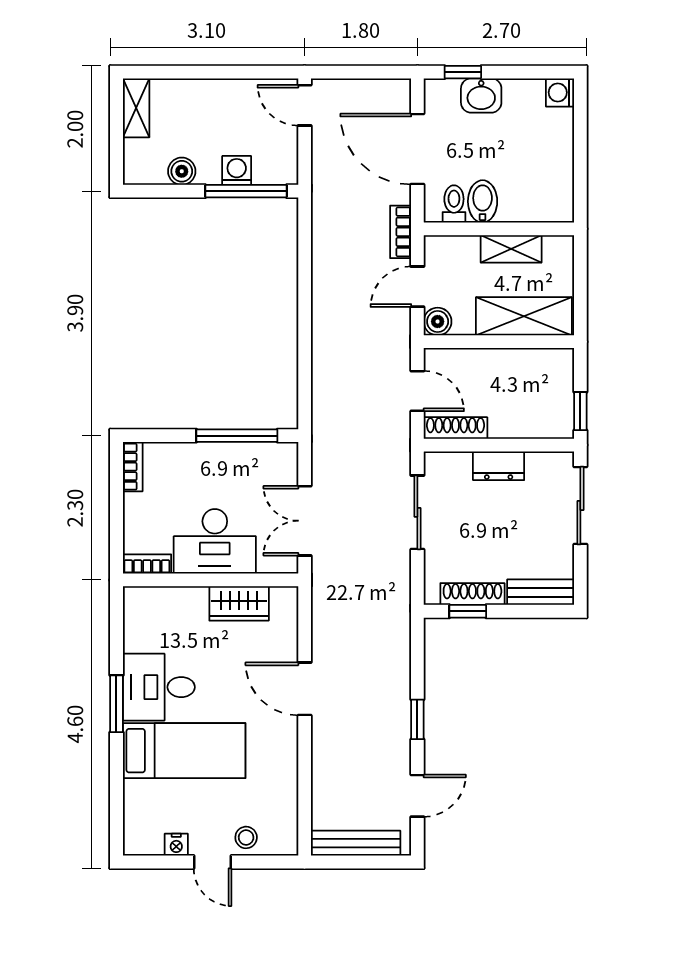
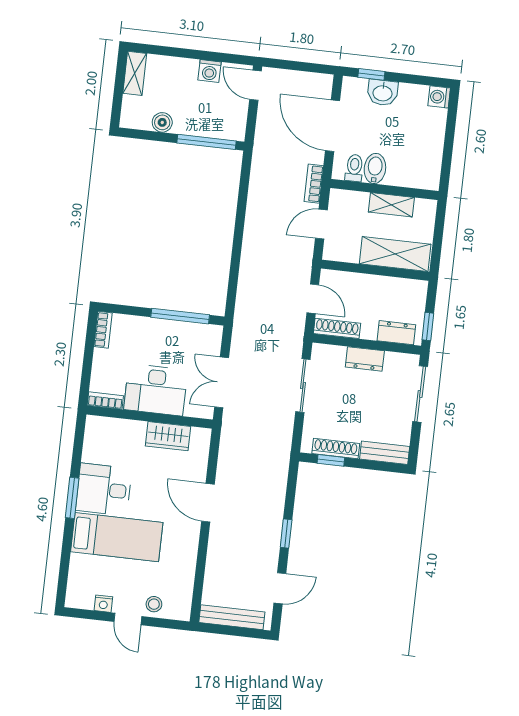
washing machine: (237, 170) -> (209, 71), moved, turned 180
boiler: (438, 322) -> (333, 251), removed
dresser: (538, 425) -> (396, 333), added

